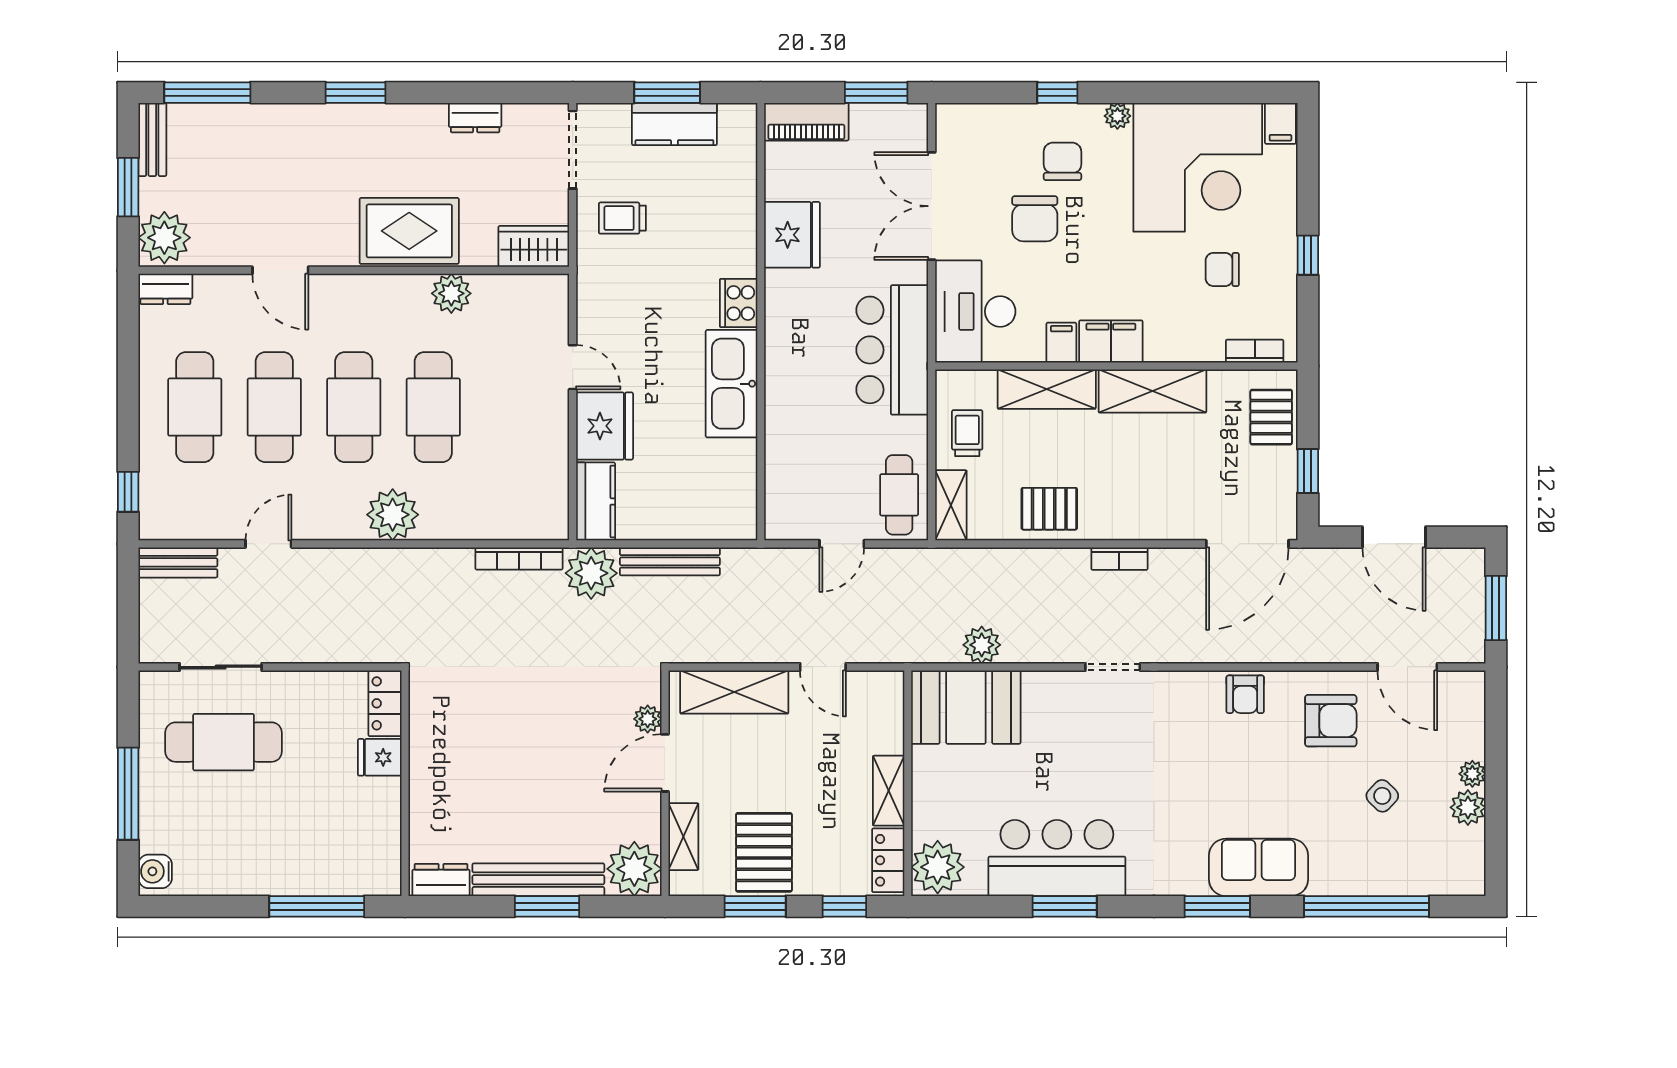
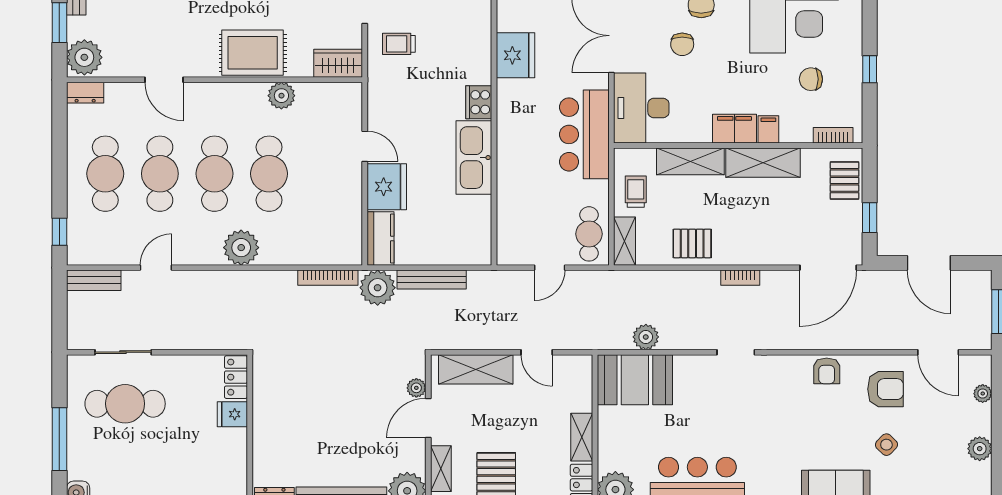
chair: (1035, 219) -> (682, 44), width x0.73, depth x0.73
filing cabinet: (1061, 343) -> (768, 129), moved
plant: (1472, 774) -> (983, 394), moved
side table: (1382, 796) -> (886, 445), moved

